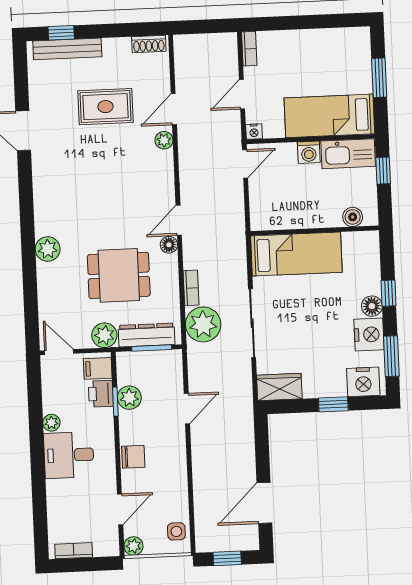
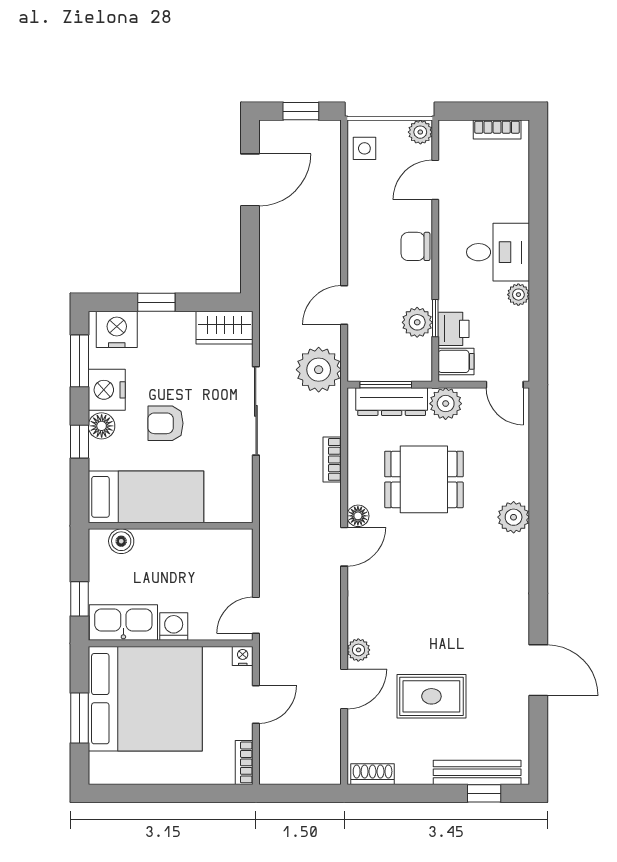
bed: (329, 116) -> (145, 699), width x2.04
bed: (296, 254) -> (146, 497), moved, turned 180
armchair: (322, 310) -> (165, 423), added
plant: (203, 324) -> (319, 370), moved

